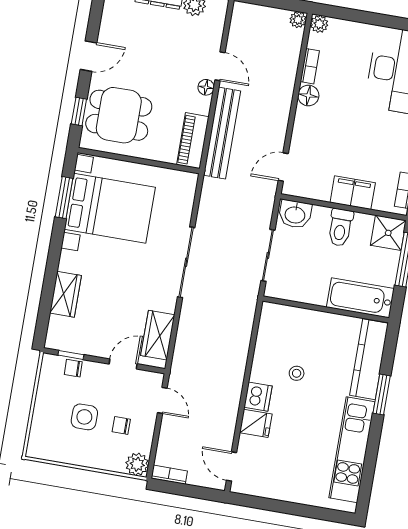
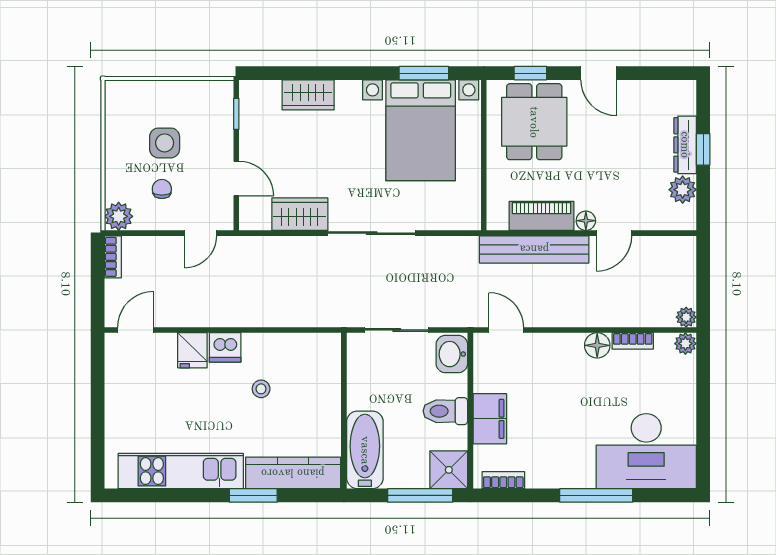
piano: (193, 141) -> (542, 216), moved
wardrobe: (158, 335) -> (300, 214), moved
chair: (73, 368) -> (221, 119), removed

